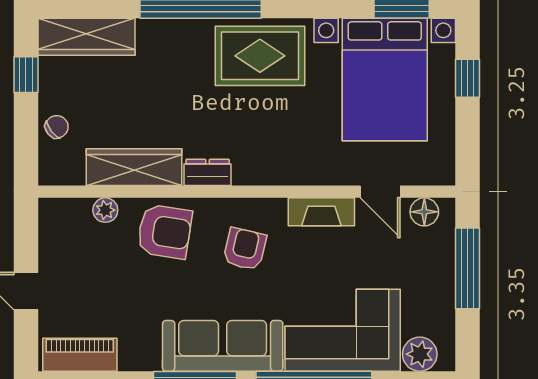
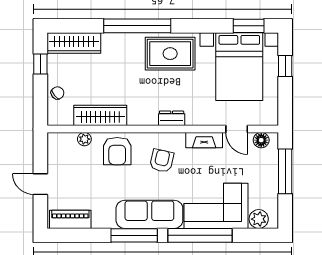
dresser: (208, 172) -> (172, 118), moved
armchair: (165, 232) -> (117, 151), turned 81

